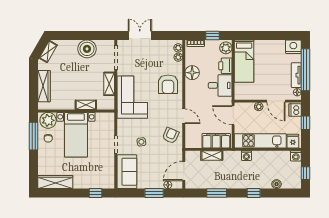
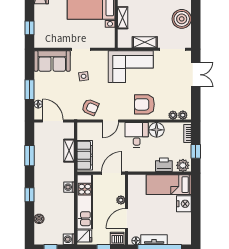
nightstand: (293, 47) -> (184, 204), moved
desk: (220, 85) -> (137, 135), moved, turned 180

